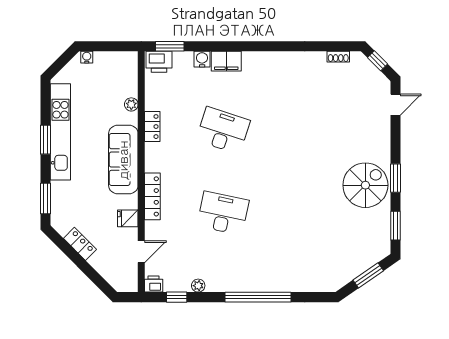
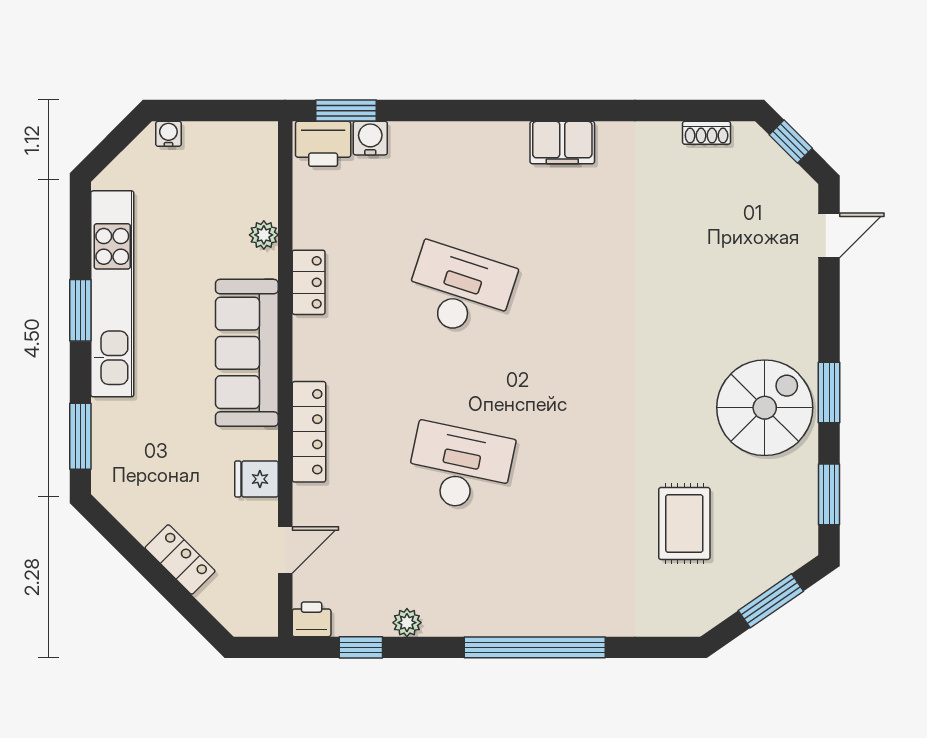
water cooler: (202, 59) -> (370, 138), moved
filing cabinet: (226, 61) -> (562, 143), moved
rug: (328, 239) -> (684, 523), added
locker: (80, 244) -> (180, 559), moved

